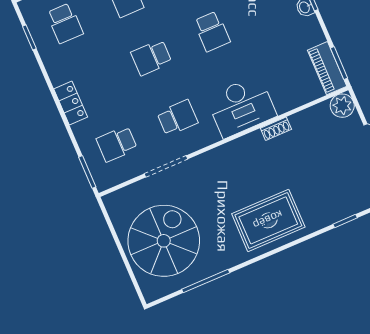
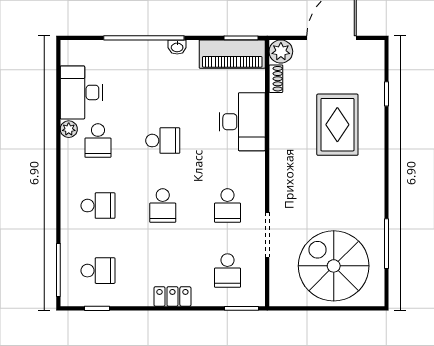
piano: (327, 68) -> (232, 54), width x1.37, depth x1.33
desk: (241, 106) -> (242, 122), moved
school desk: (177, 118) -> (227, 206), turned 180
shoe rack: (276, 129) -> (276, 79), moved
rug: (268, 220) -> (337, 125), moved

